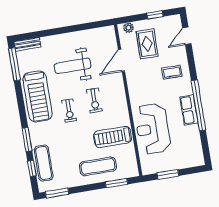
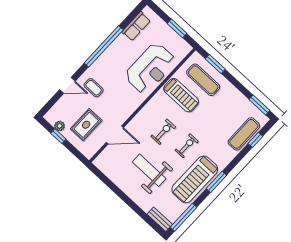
plant: (128, 28) -> (60, 126), moved
door: (187, 36) -> (67, 85), moved
weight bench: (73, 66) -> (149, 170), turned 180
treadmill: (38, 96) -> (195, 179), turned 180
row of seats: (189, 110) -> (136, 26), moved
window: (27, 140) -> (216, 182), moved
exercise mat: (98, 166) -> (203, 80), moved

